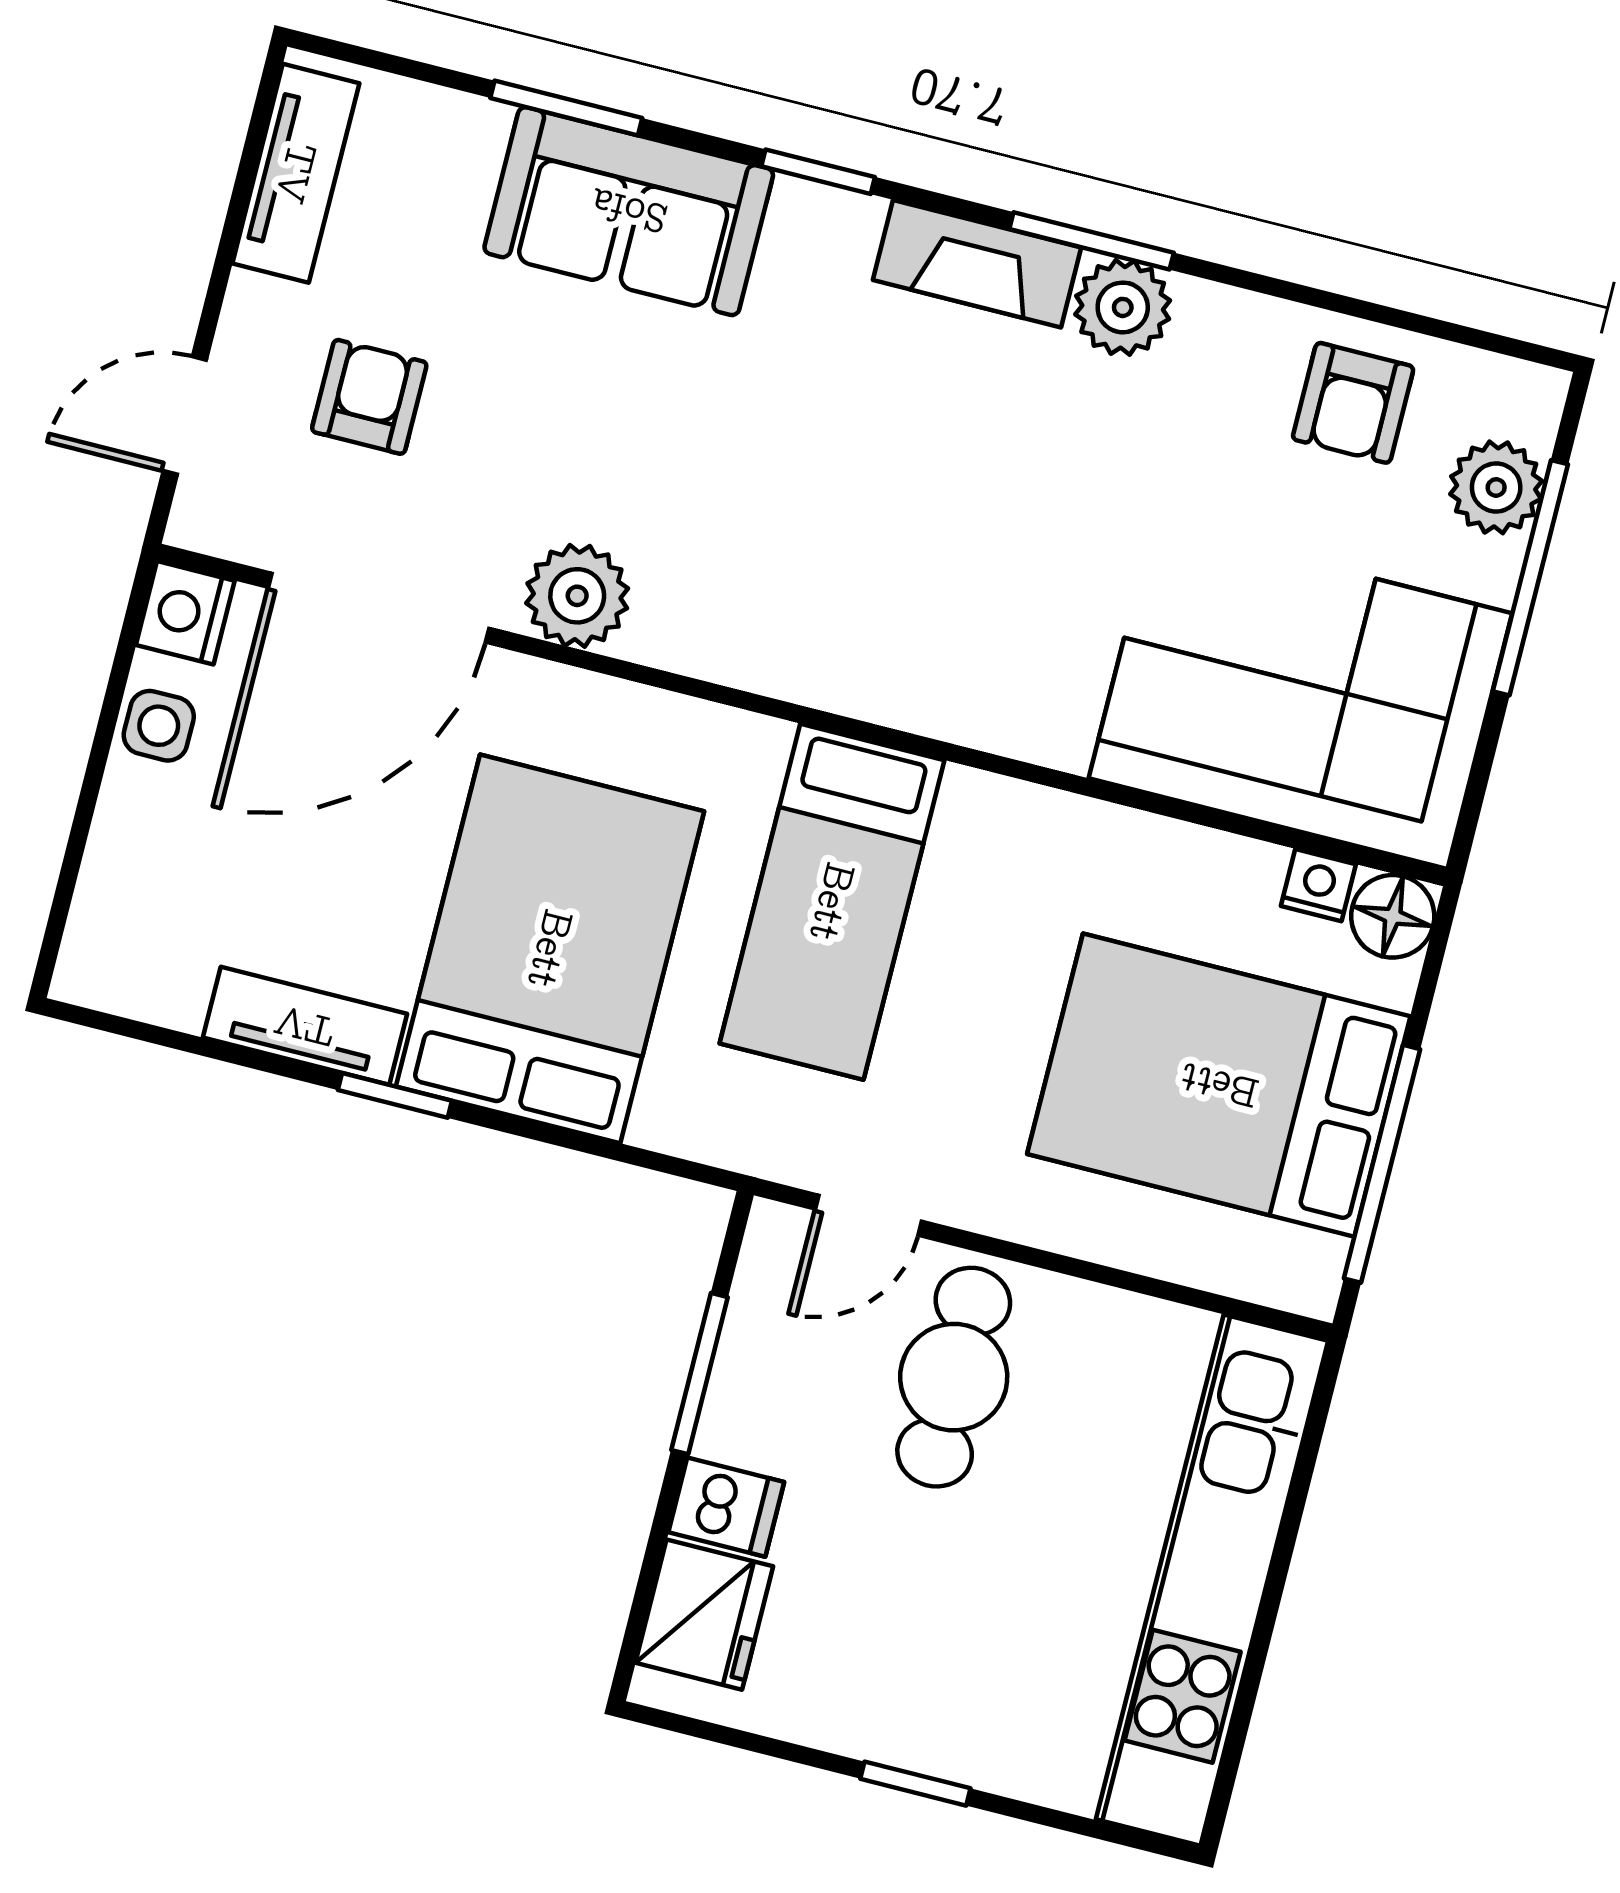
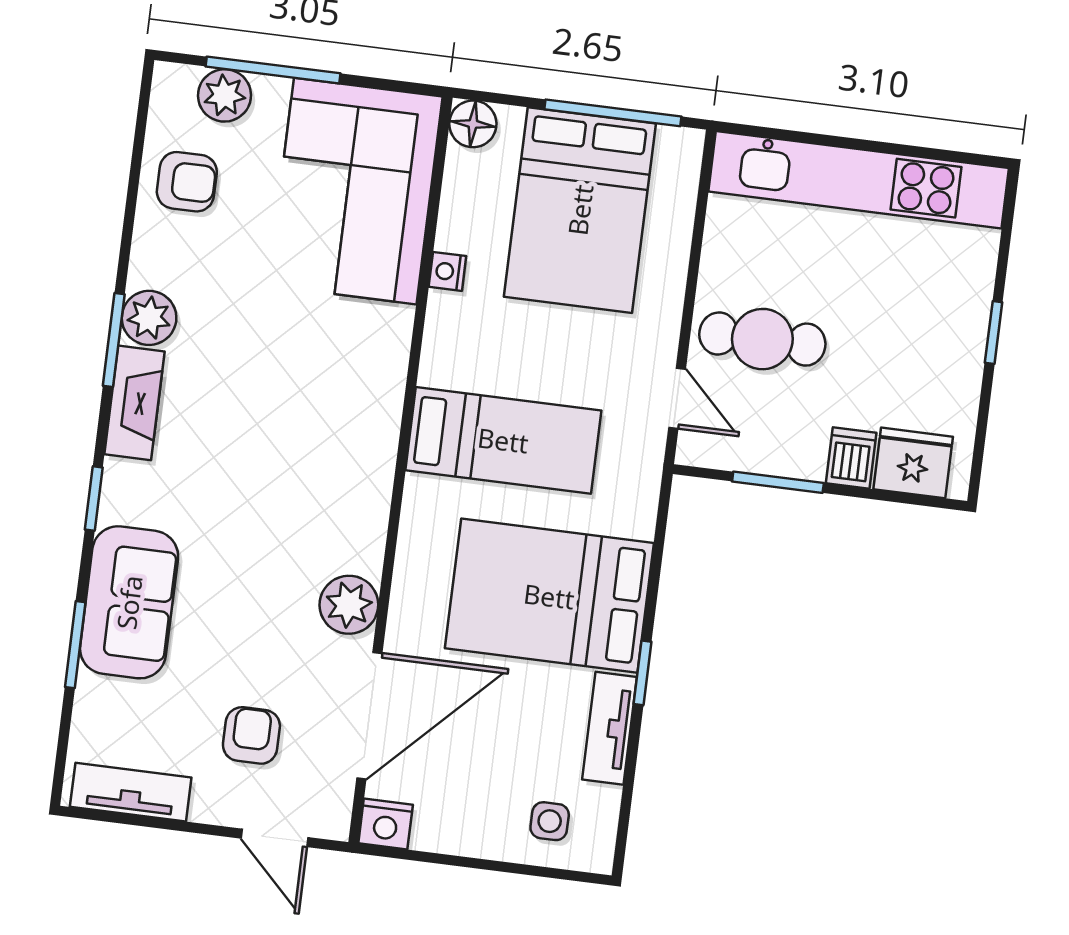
armchair: (369, 397) -> (251, 735), turned 90
door: (379, 608) -> (369, 716), hinge flipped
side table: (159, 726) -> (550, 821), moved
nightstand: (1318, 885) -> (447, 271), moved

